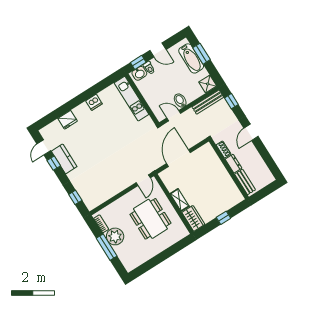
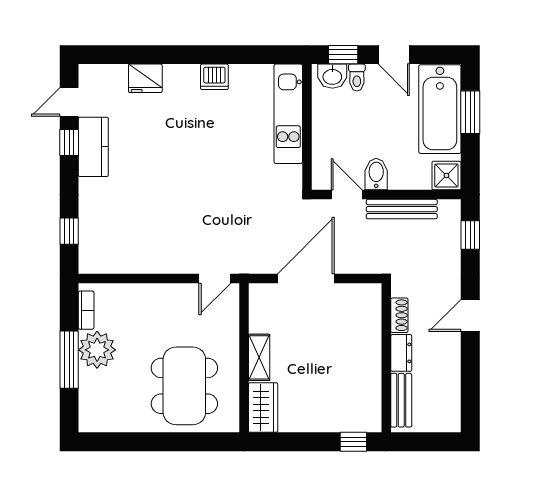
bathtub: (191, 58) -> (440, 109), width x1.36, depth x1.36
bench: (208, 102) -> (402, 209), moved
window: (223, 218) -> (353, 442), moved
dining table: (150, 219) -> (184, 386), moved

